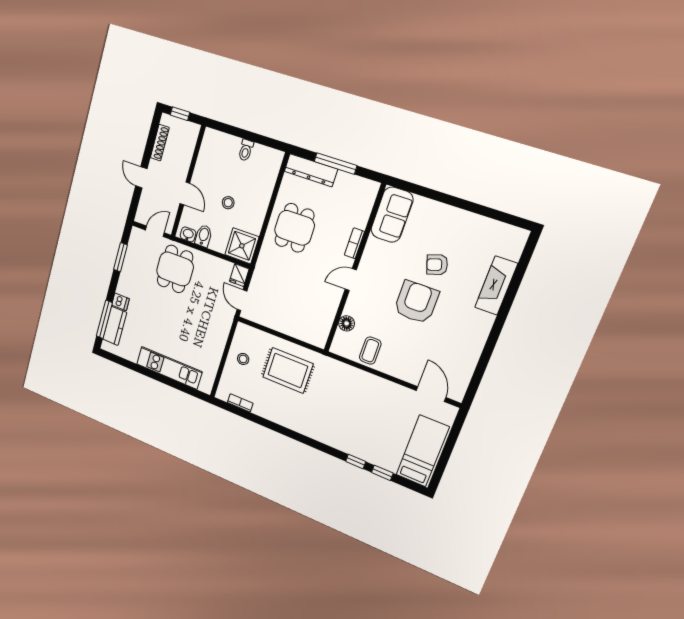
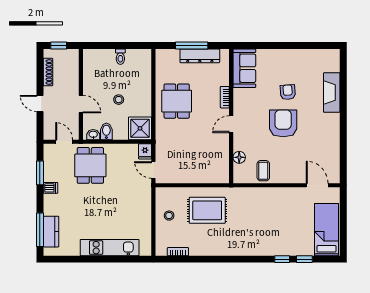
dresser: (311, 170) -> (200, 56), moved
door: (155, 231) -> (64, 142), hinge flipped
armchair: (437, 265) -> (288, 92), turned 104
dishwasher: (120, 302) -> (50, 188), moved

